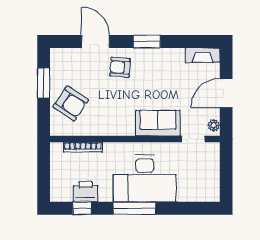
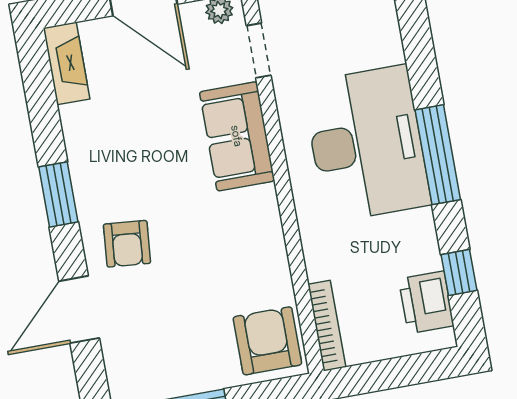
armchair: (71, 103) -> (267, 341), moved, turned -34
bookcase: (83, 147) -> (327, 326), moved
printer: (86, 192) -> (426, 302), moved

